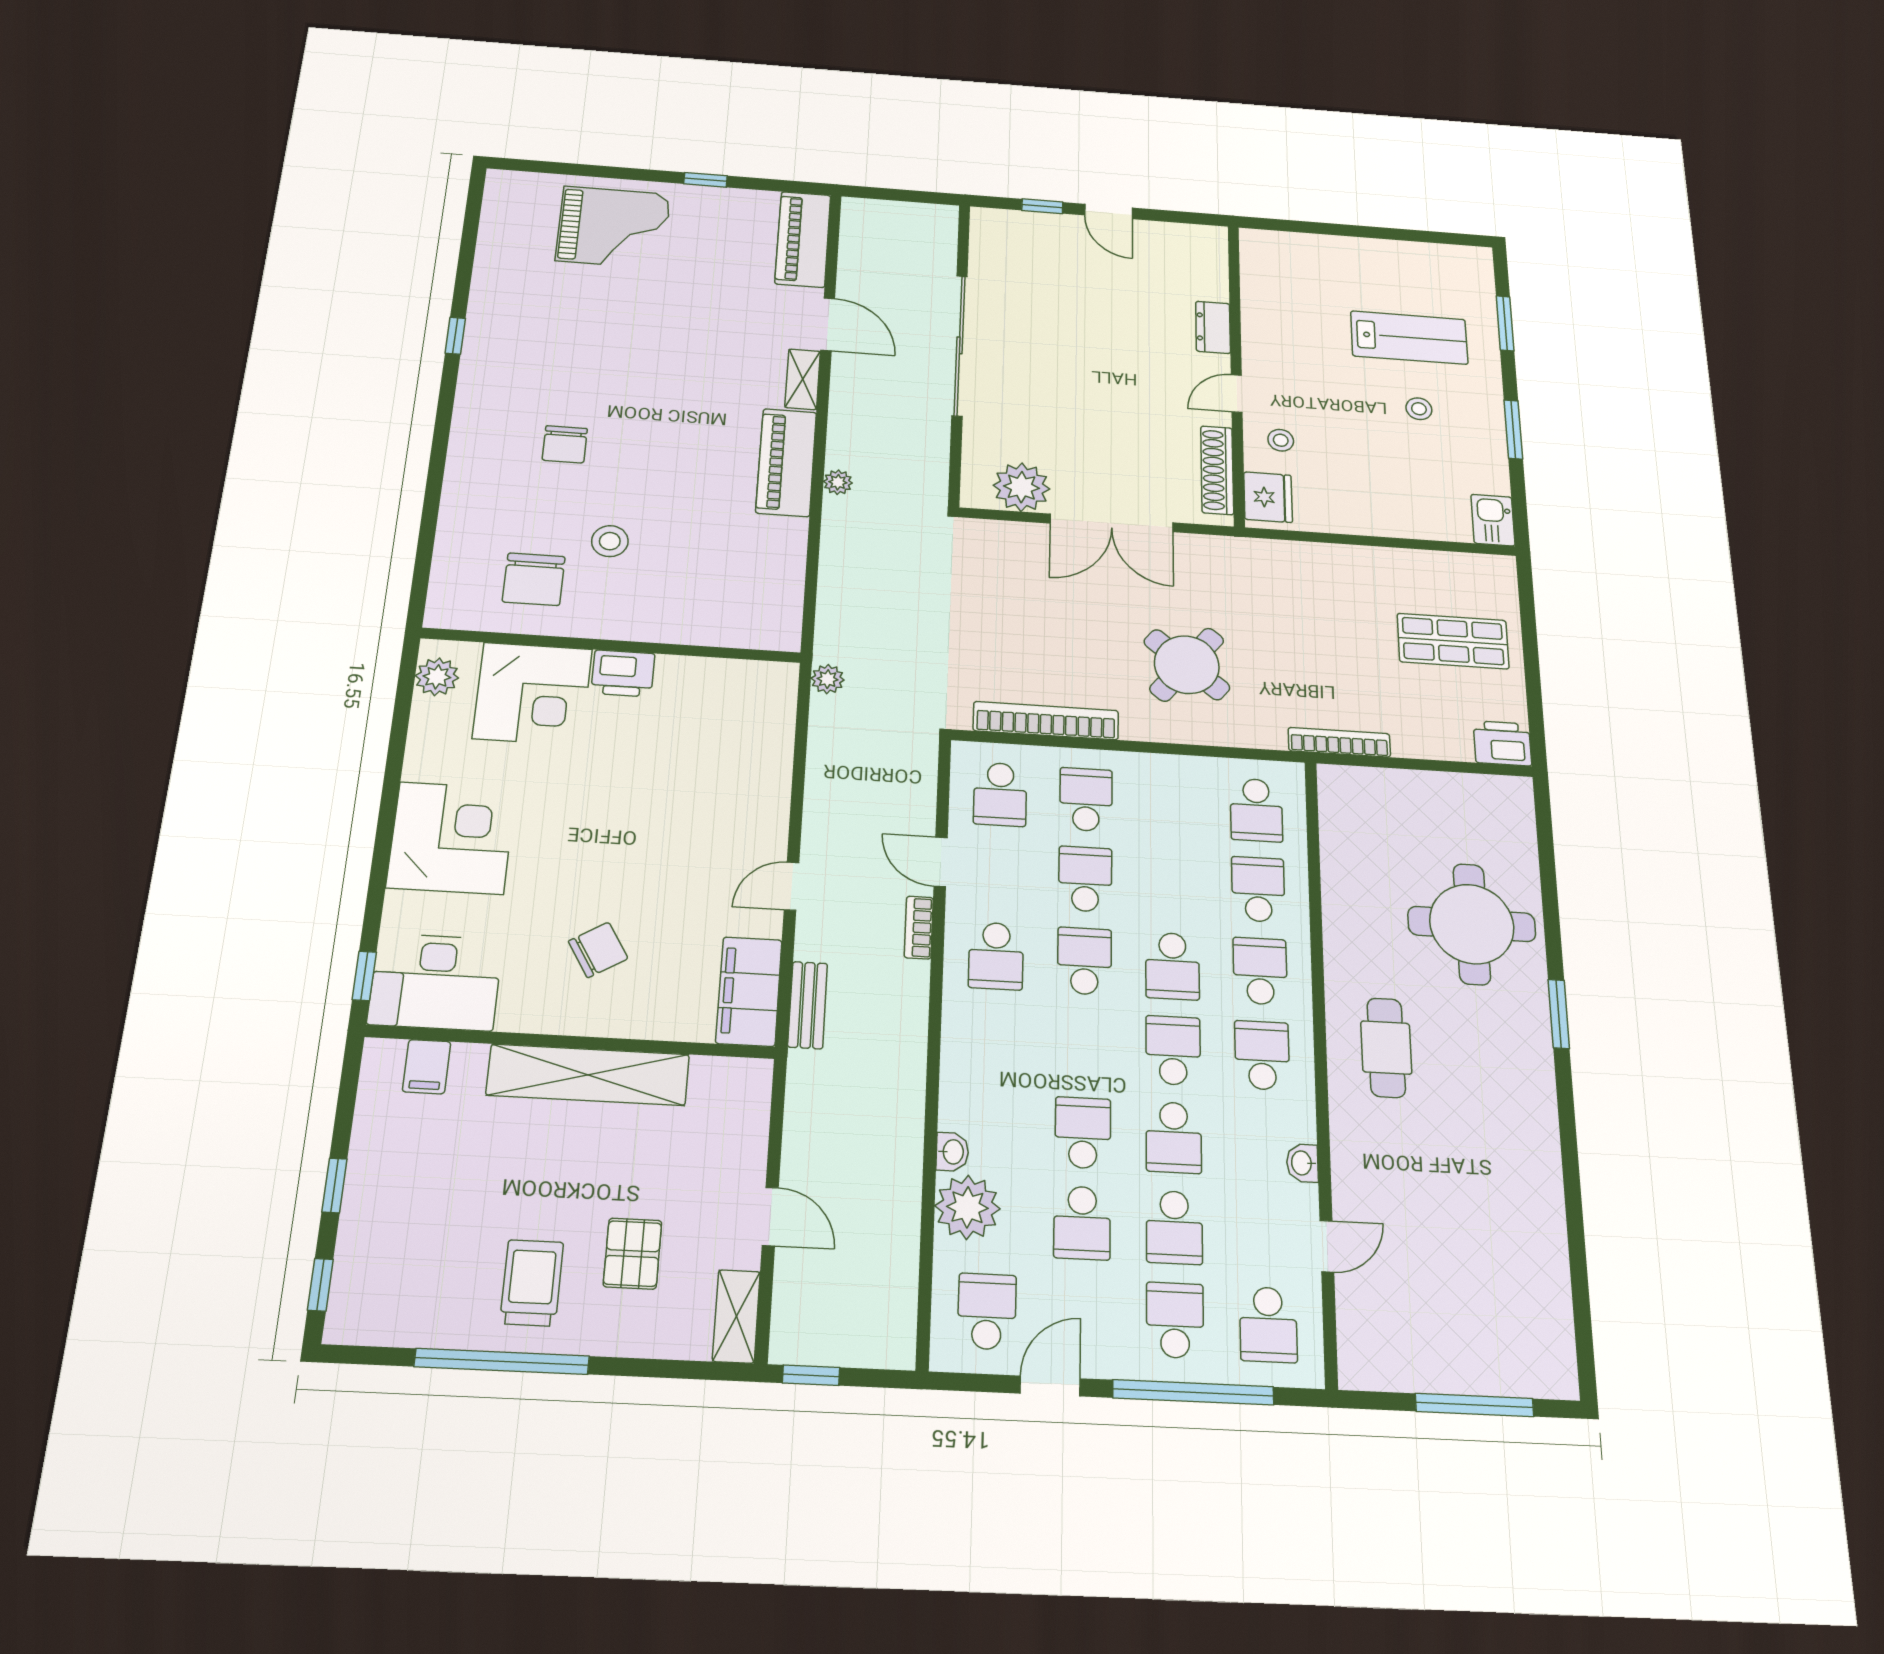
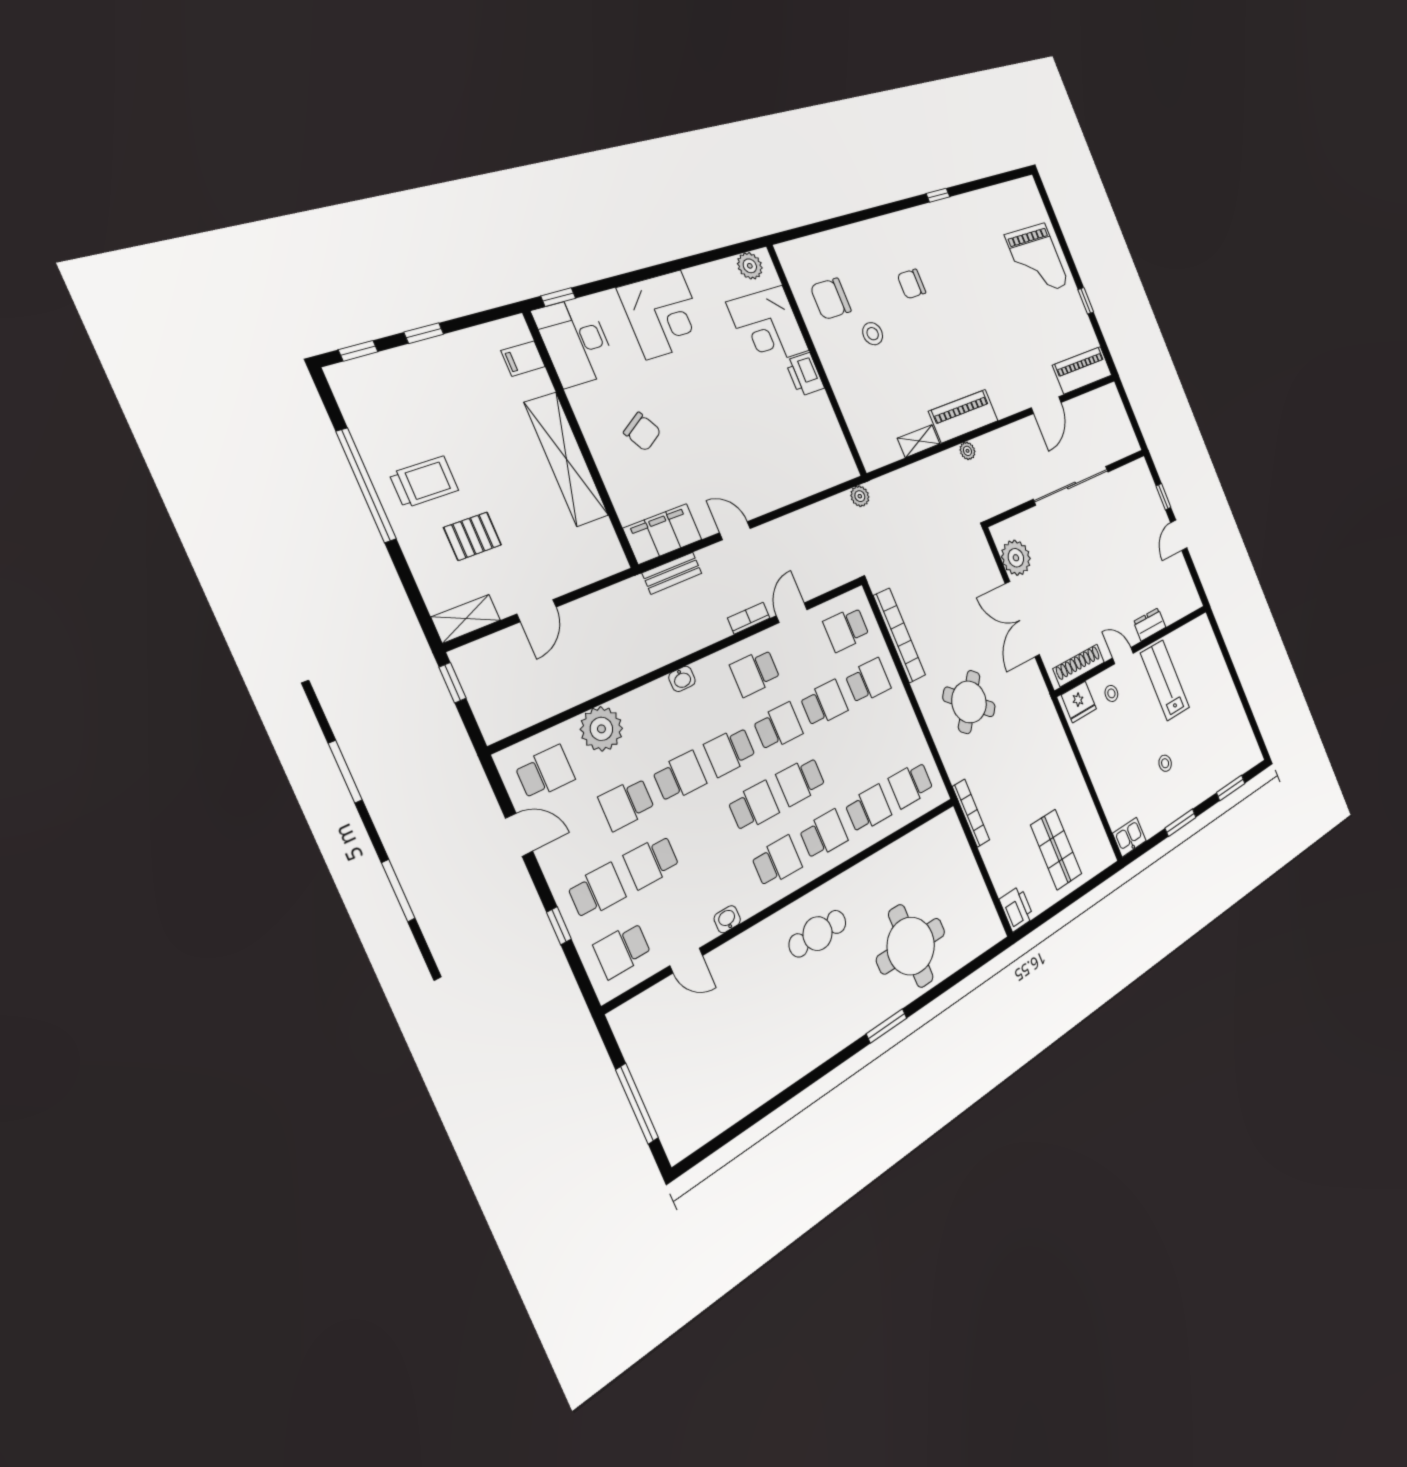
lab bench: (1409, 338) -> (1165, 680), moved, turned 180
shelving: (803, 379) -> (919, 441), moved
school desk: (1174, 1137) -> (730, 751), moved
washbasin: (952, 1152) -> (682, 679), moved
window: (1193, 1392) -> (559, 926), width x0.32

